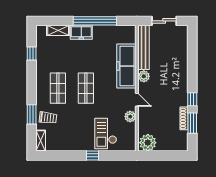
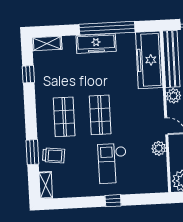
shelving: (58, 30) -> (47, 43), moved
freezer: (81, 32) -> (96, 43), width x1.40
freezer: (126, 66) -> (149, 60), moved
checkout: (106, 133) -> (113, 163), moved

